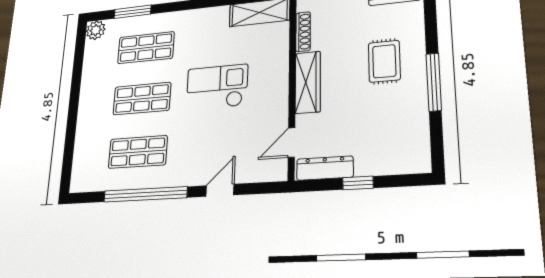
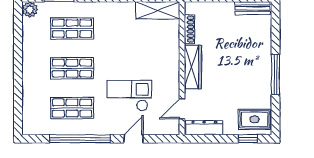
rug: (384, 61) -> (255, 119), moved, turned 90
checkout: (217, 87) -> (129, 95), moved
window: (358, 183) -> (248, 139), moved

